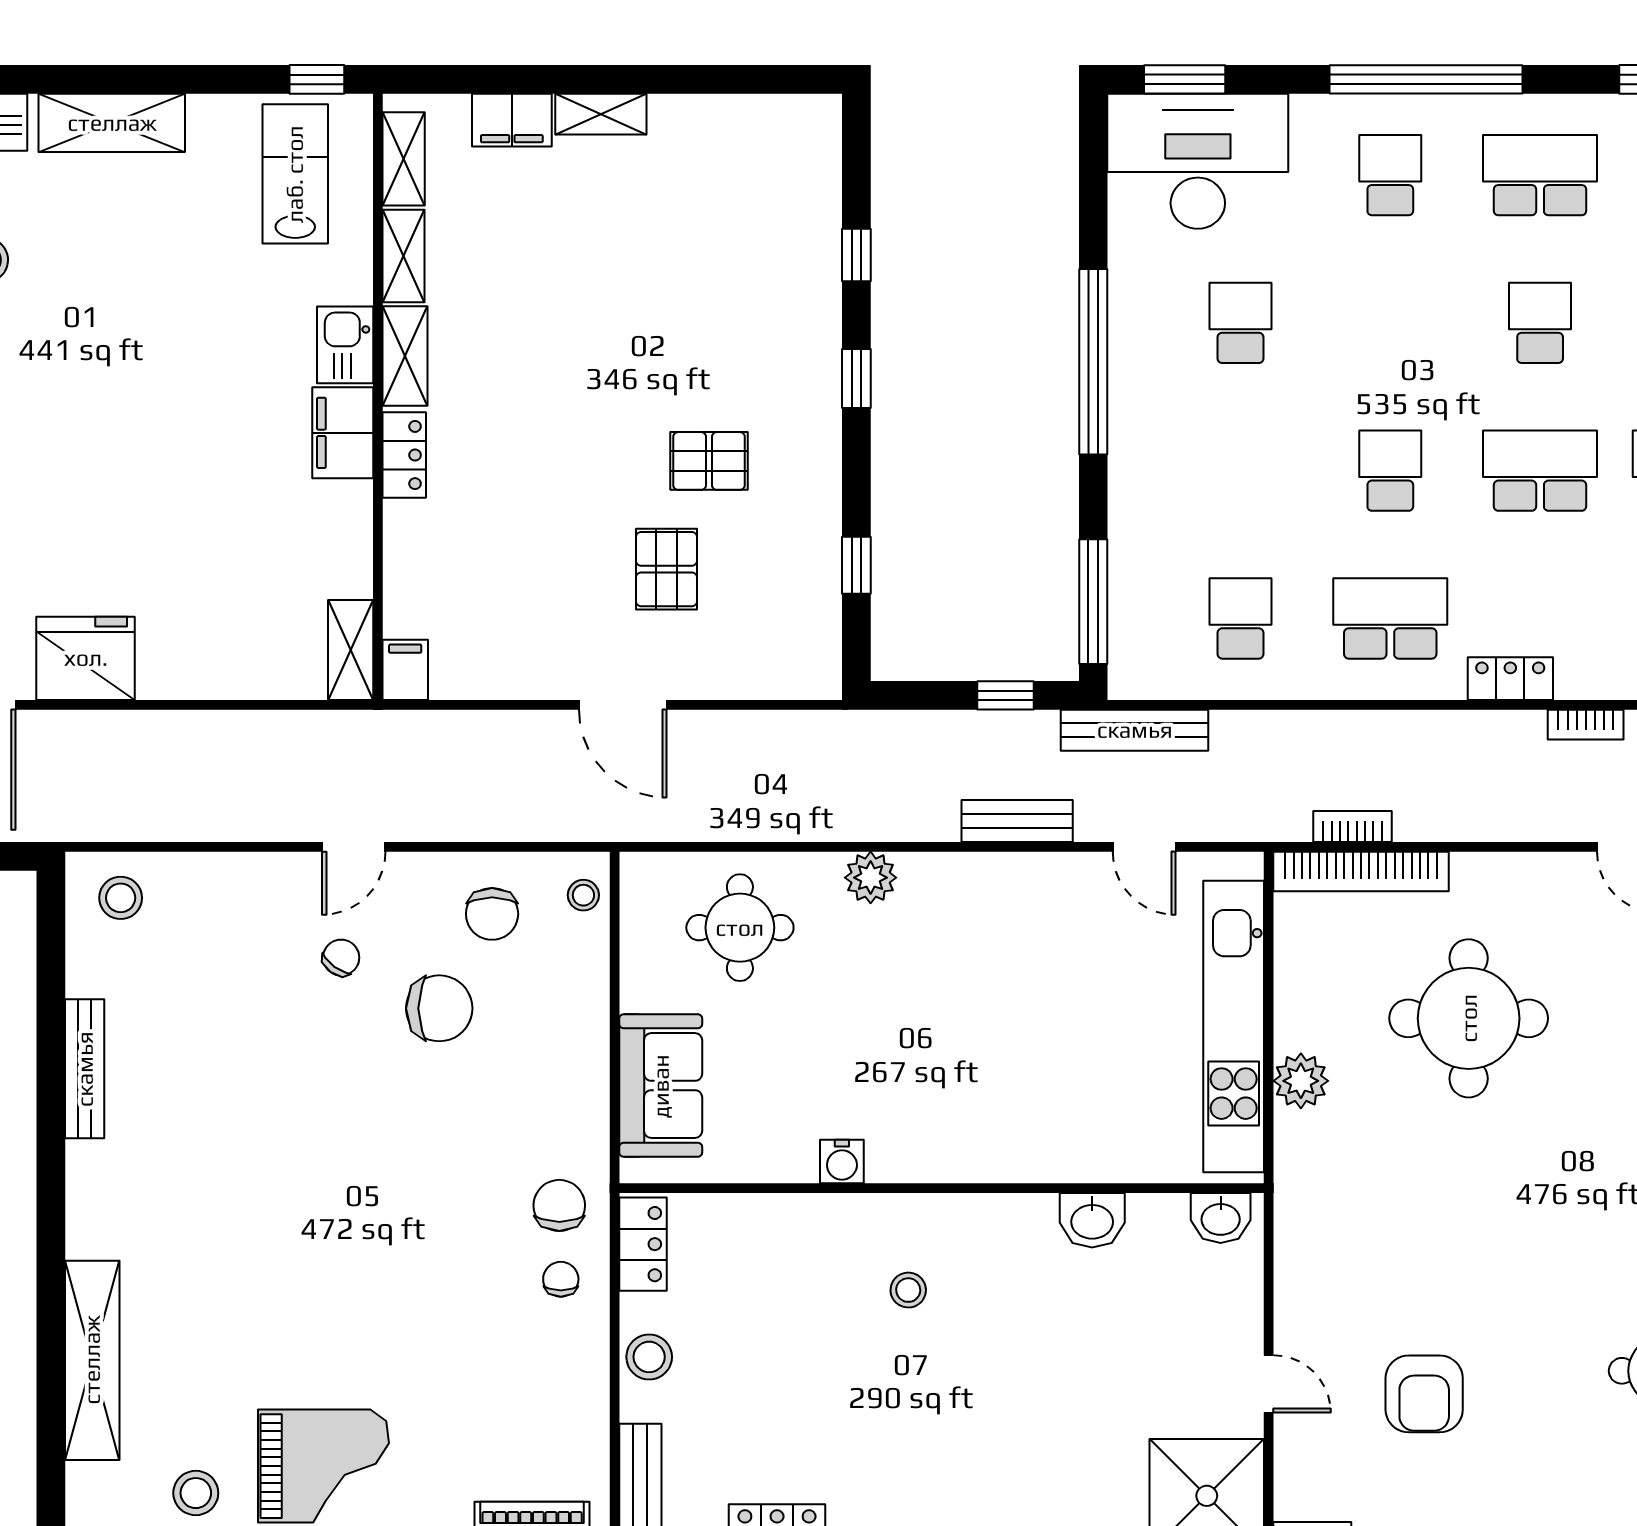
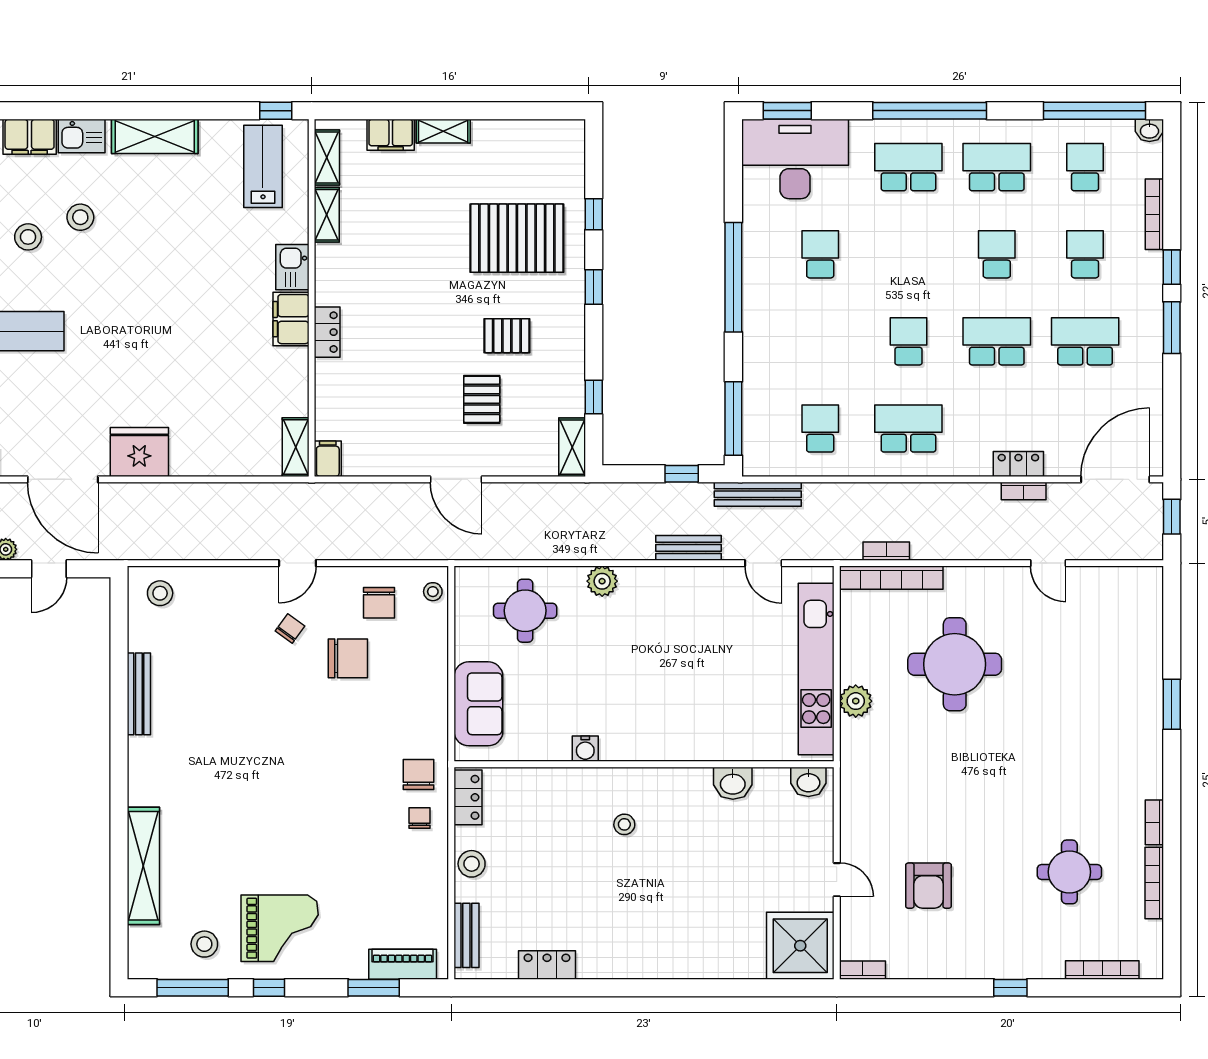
school desk: (1390, 175) -> (908, 167), width x1.85
pallet: (726, 296) -> (517, 238), added
shelving: (405, 356) -> (572, 447), moved
locker: (1510, 679) -> (1018, 464), moved

